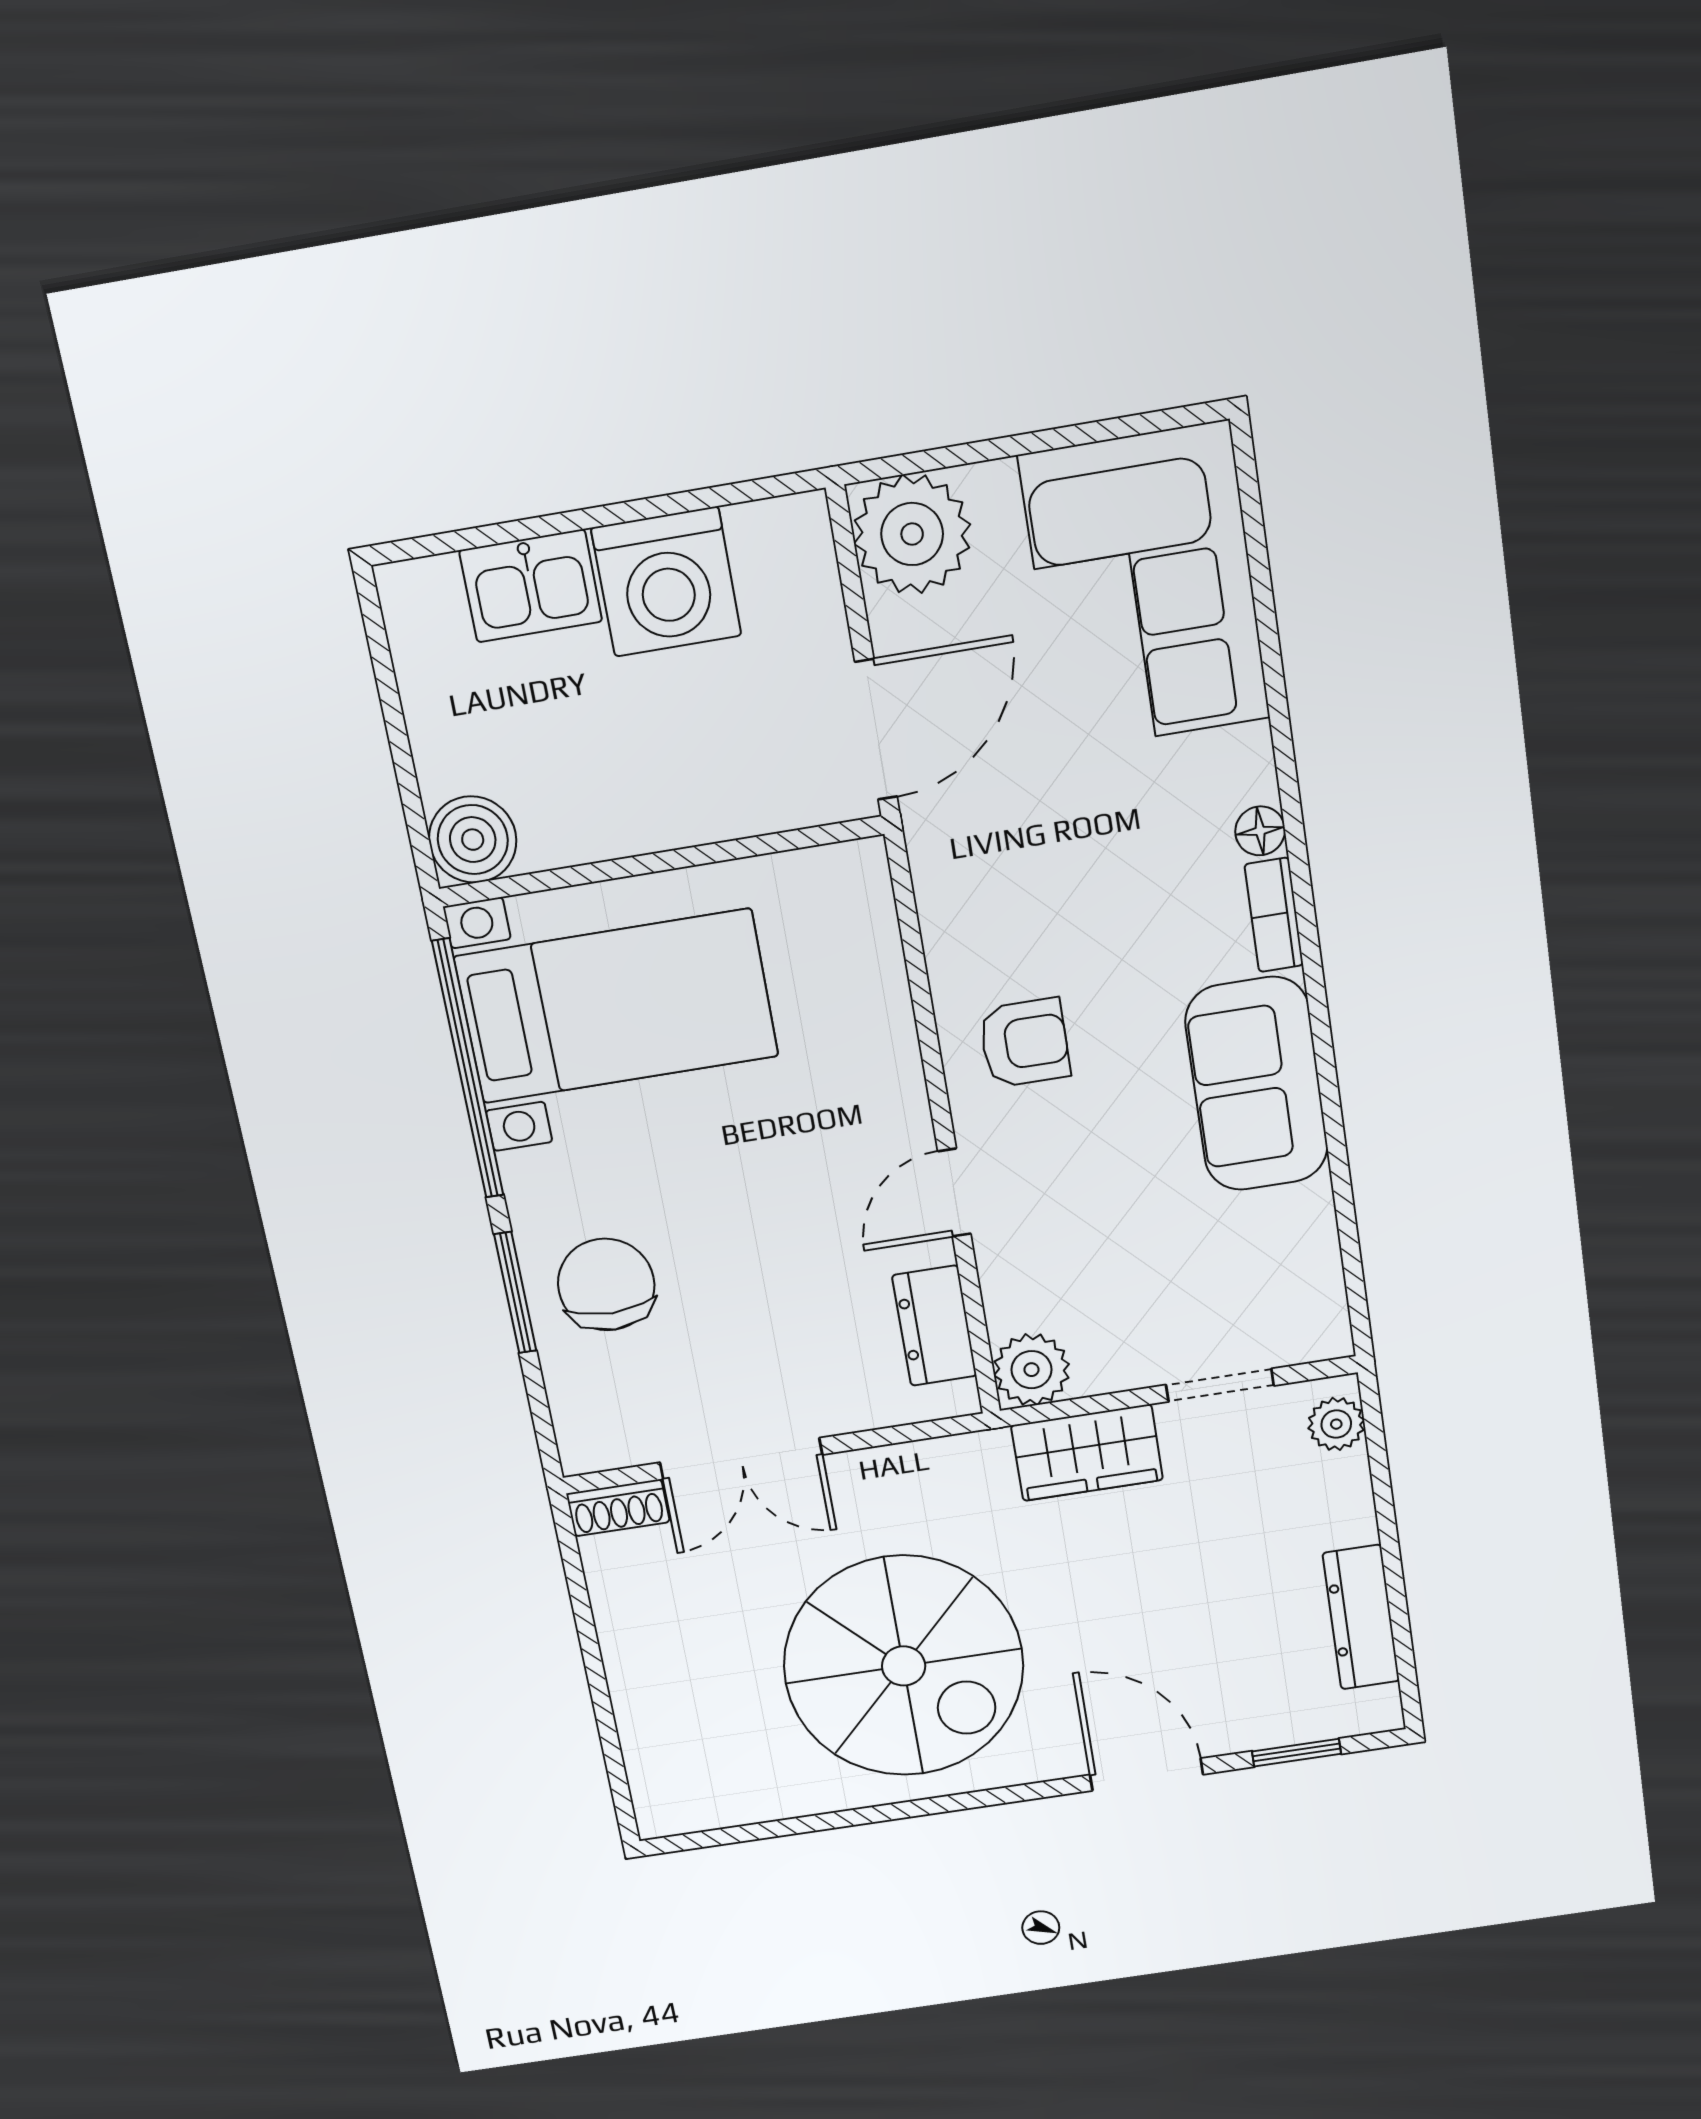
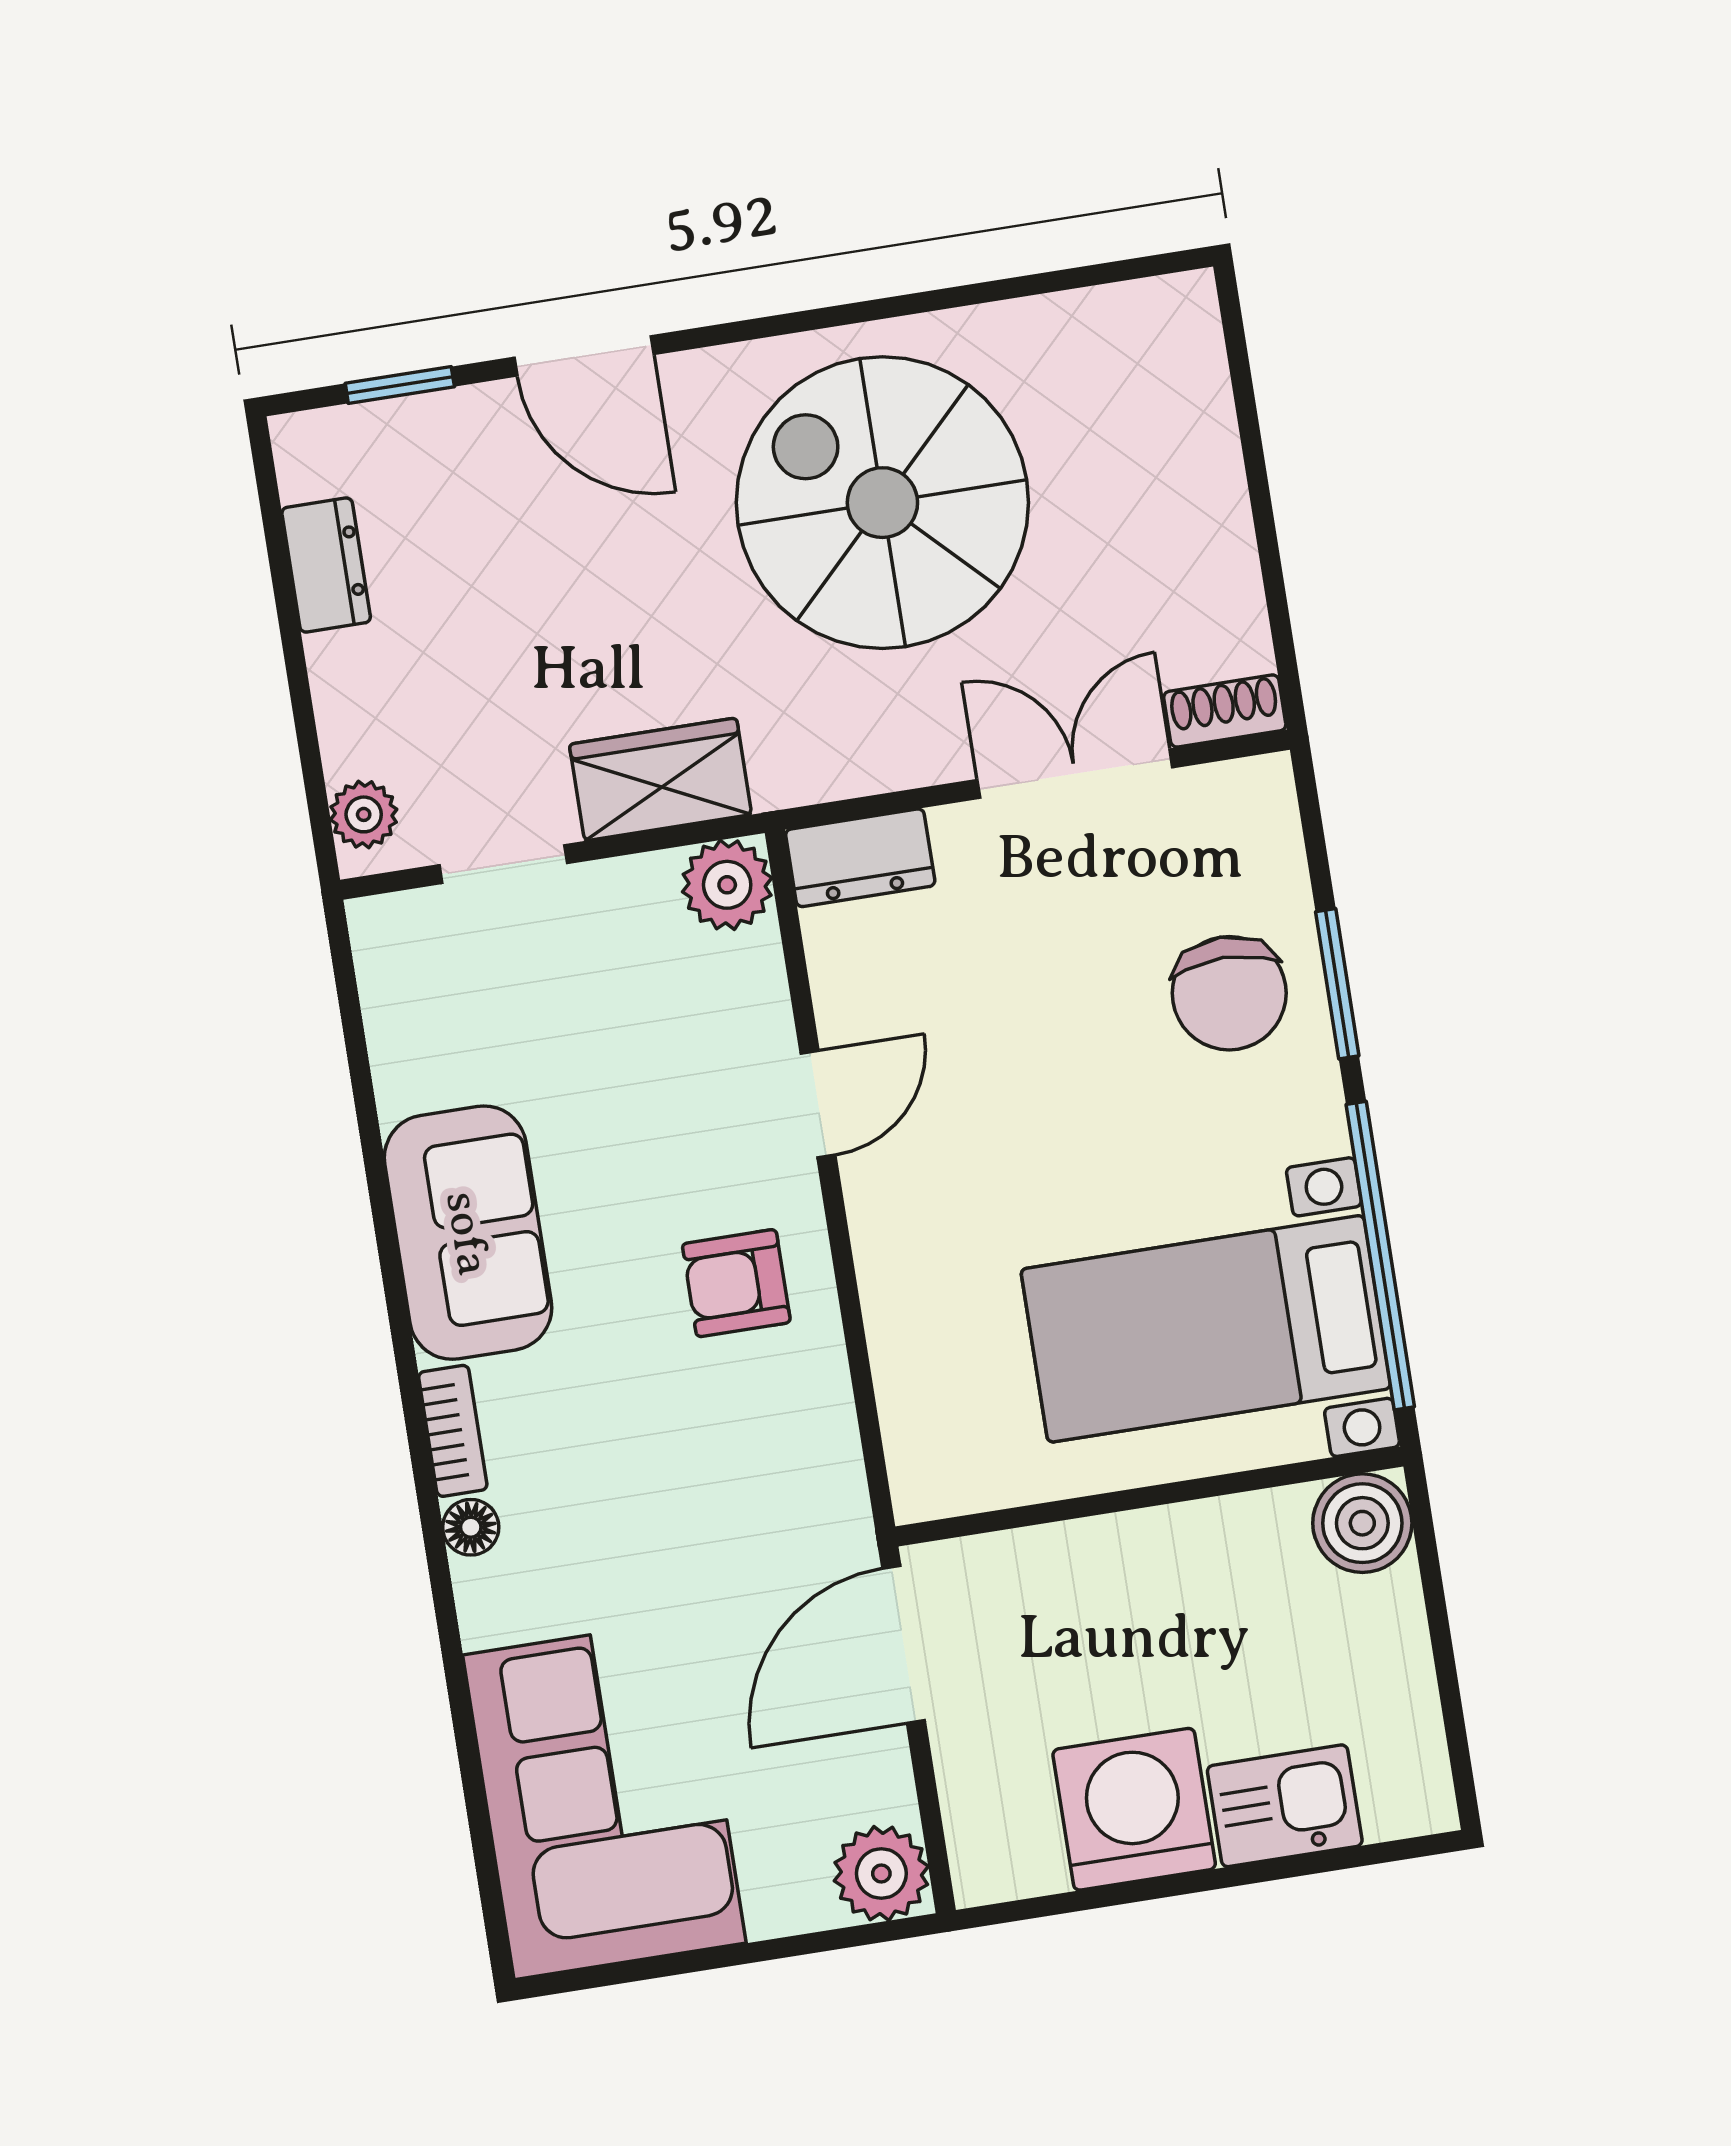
plant: (912, 534) -> (881, 1873), width x0.73, depth x0.73
dresser: (934, 1326) -> (860, 858), moved, turned 90
dresser: (1361, 1617) -> (326, 565), width x0.70

